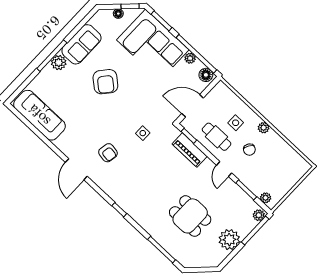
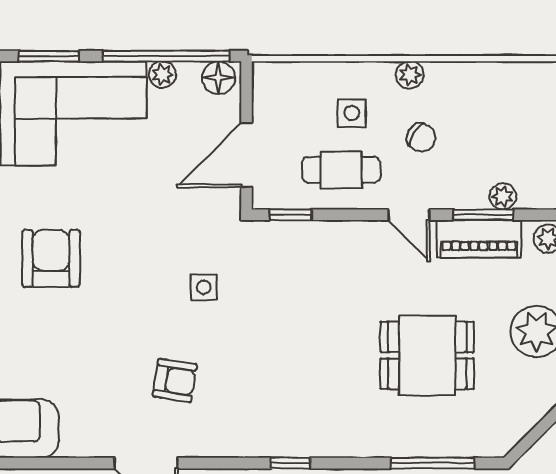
armchair: (105, 82) -> (51, 258), turned -130
piano: (190, 150) -> (479, 239), moved
plant: (266, 198) -> (503, 196), moved

